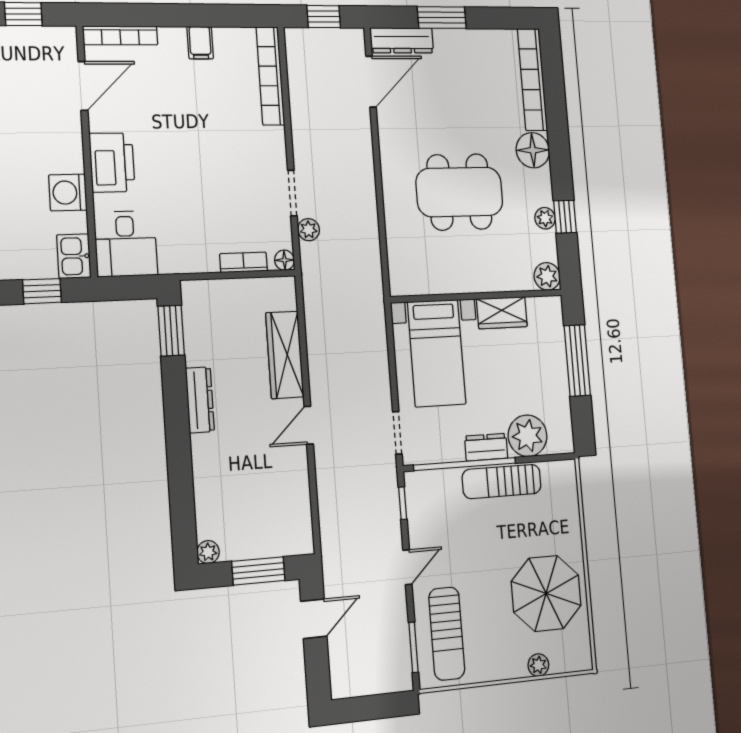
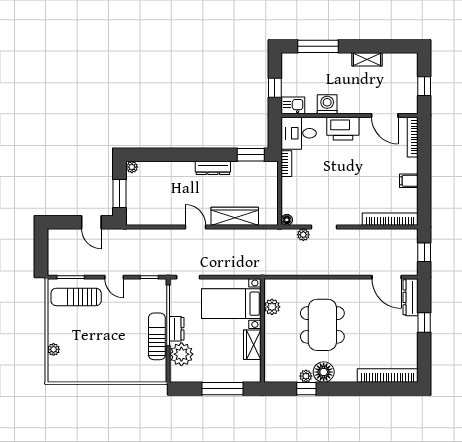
window: (442, 18) -> (424, 323), width x0.67
floor lamp: (533, 150) -> (324, 372), moved
bookcase: (244, 262) -> (286, 164), moved
plant: (547, 276) -> (272, 307), moved
parasol: (546, 593) -> (92, 358), removed

